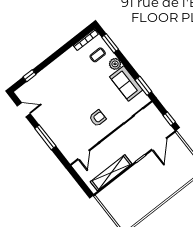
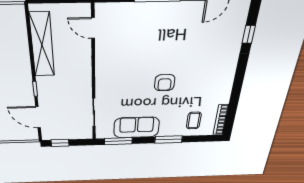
window: (110, 43) -> (169, 140), moved
plant: (115, 64) -> (167, 130), removed
armchair: (98, 118) -> (165, 83), moved

